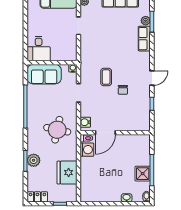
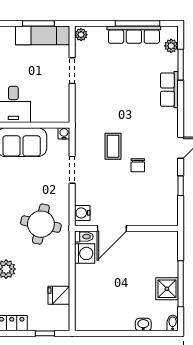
plant: (146, 21) -> (171, 46), moved
fridge: (67, 173) -> (59, 295), width x0.53, depth x0.75

